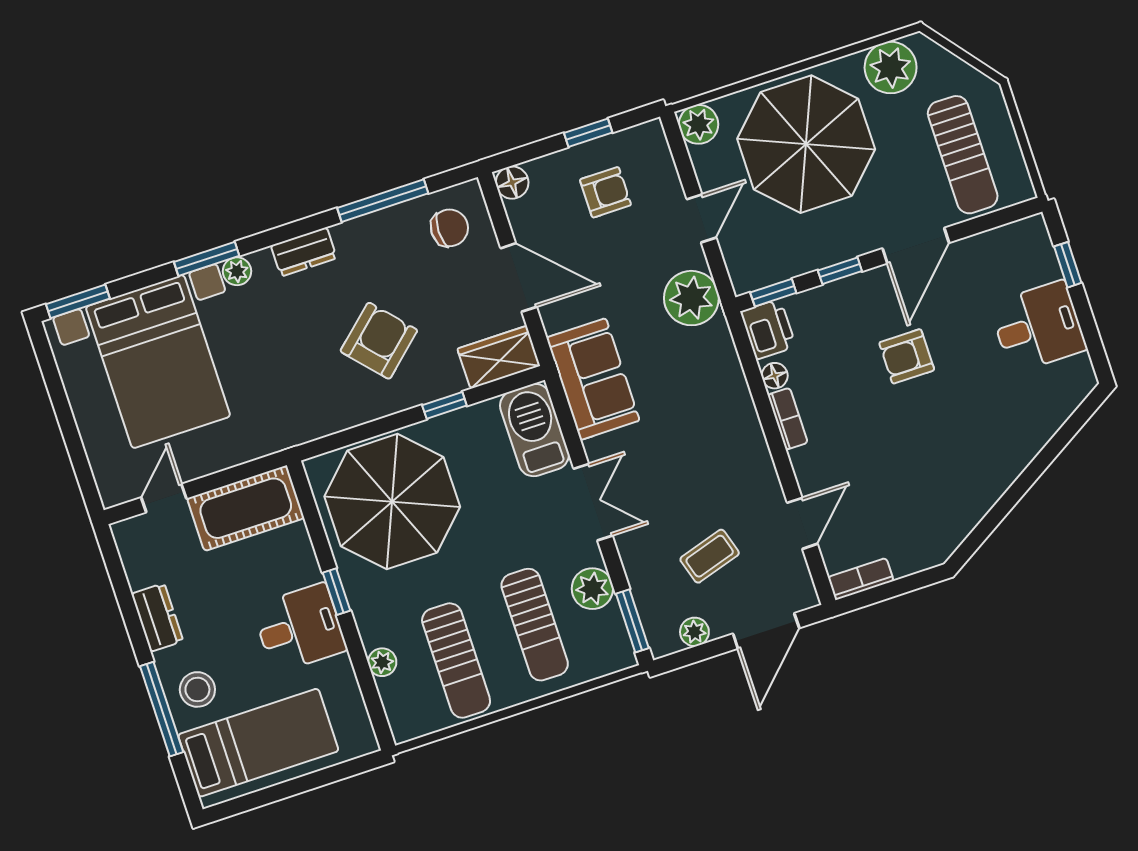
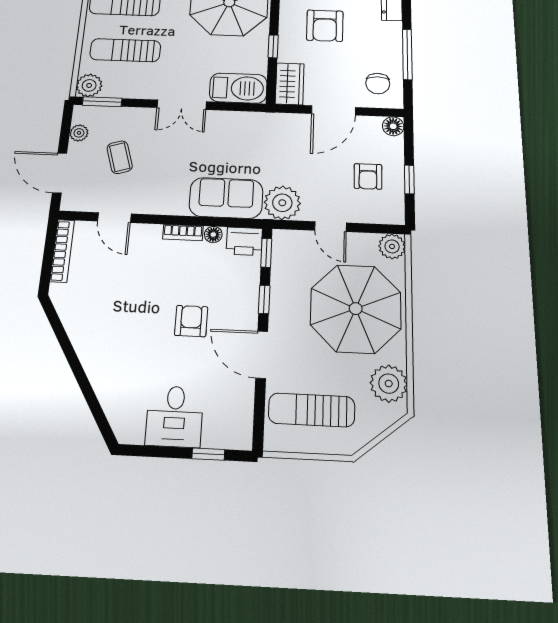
armchair: (379, 341) -> (325, 26), turned 42
sofa: (593, 379) -> (226, 198), moved, turned 180
bookcase: (861, 579) -> (62, 251), width x1.56
plant: (592, 589) -> (89, 85), moved

